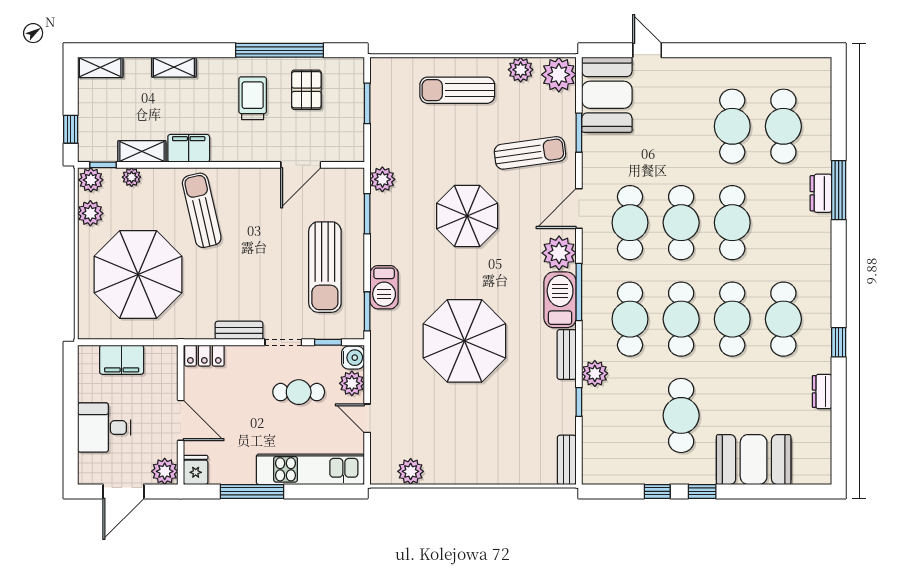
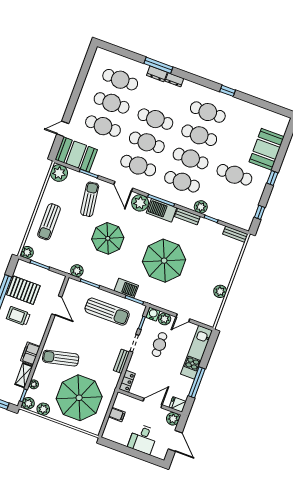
plant: (521, 70) -> (27, 252), moved
pallet: (306, 90) -> (23, 290), width x1.50, depth x1.42
cafe table: (681, 126) -> (103, 126), added
filing cabinet: (122, 360) -> (117, 415), width x0.50
dresser: (822, 391) -> (174, 80), moved
plant: (411, 471) -> (220, 291), moved
window: (657, 491) -> (260, 212), moved

